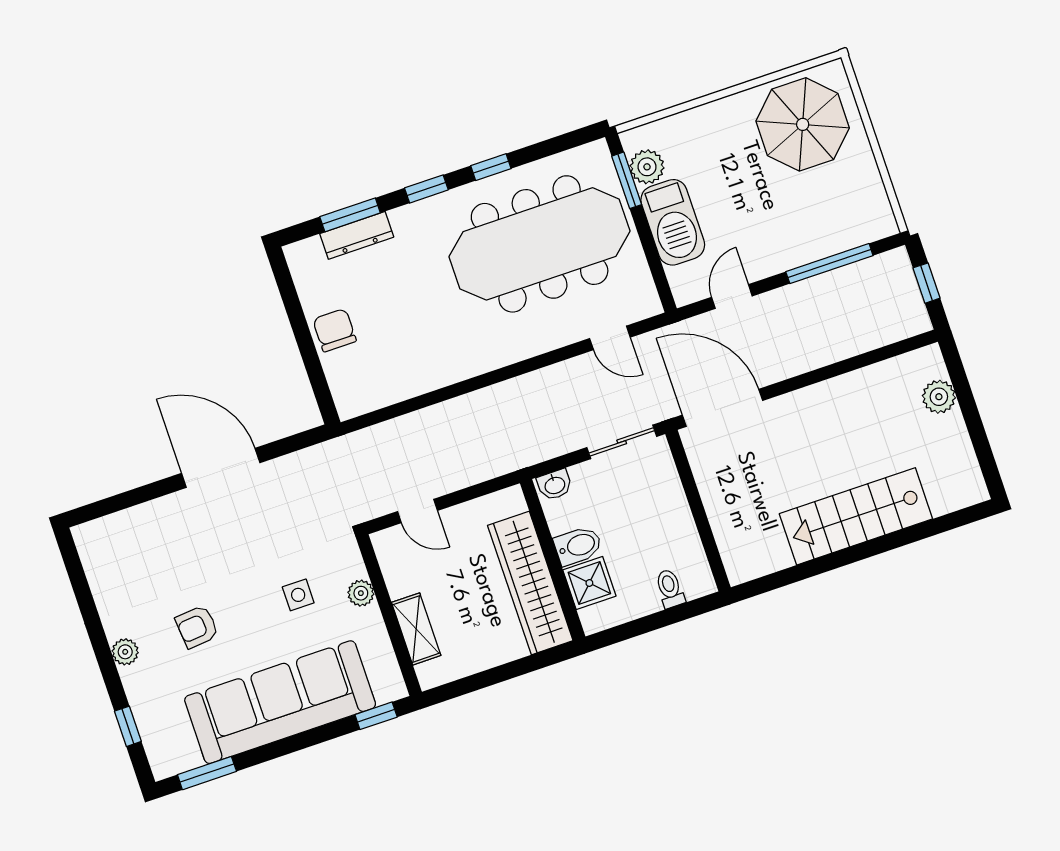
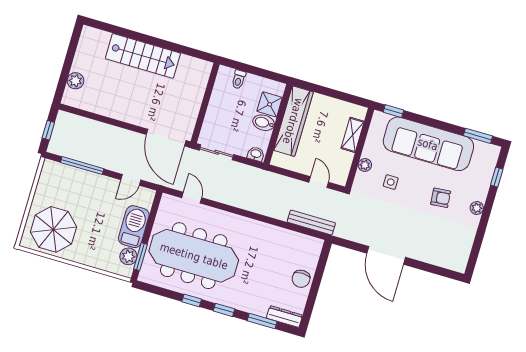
dresser: (357, 235) -> (284, 316), moved
bench: (383, 436) -> (311, 223), added

